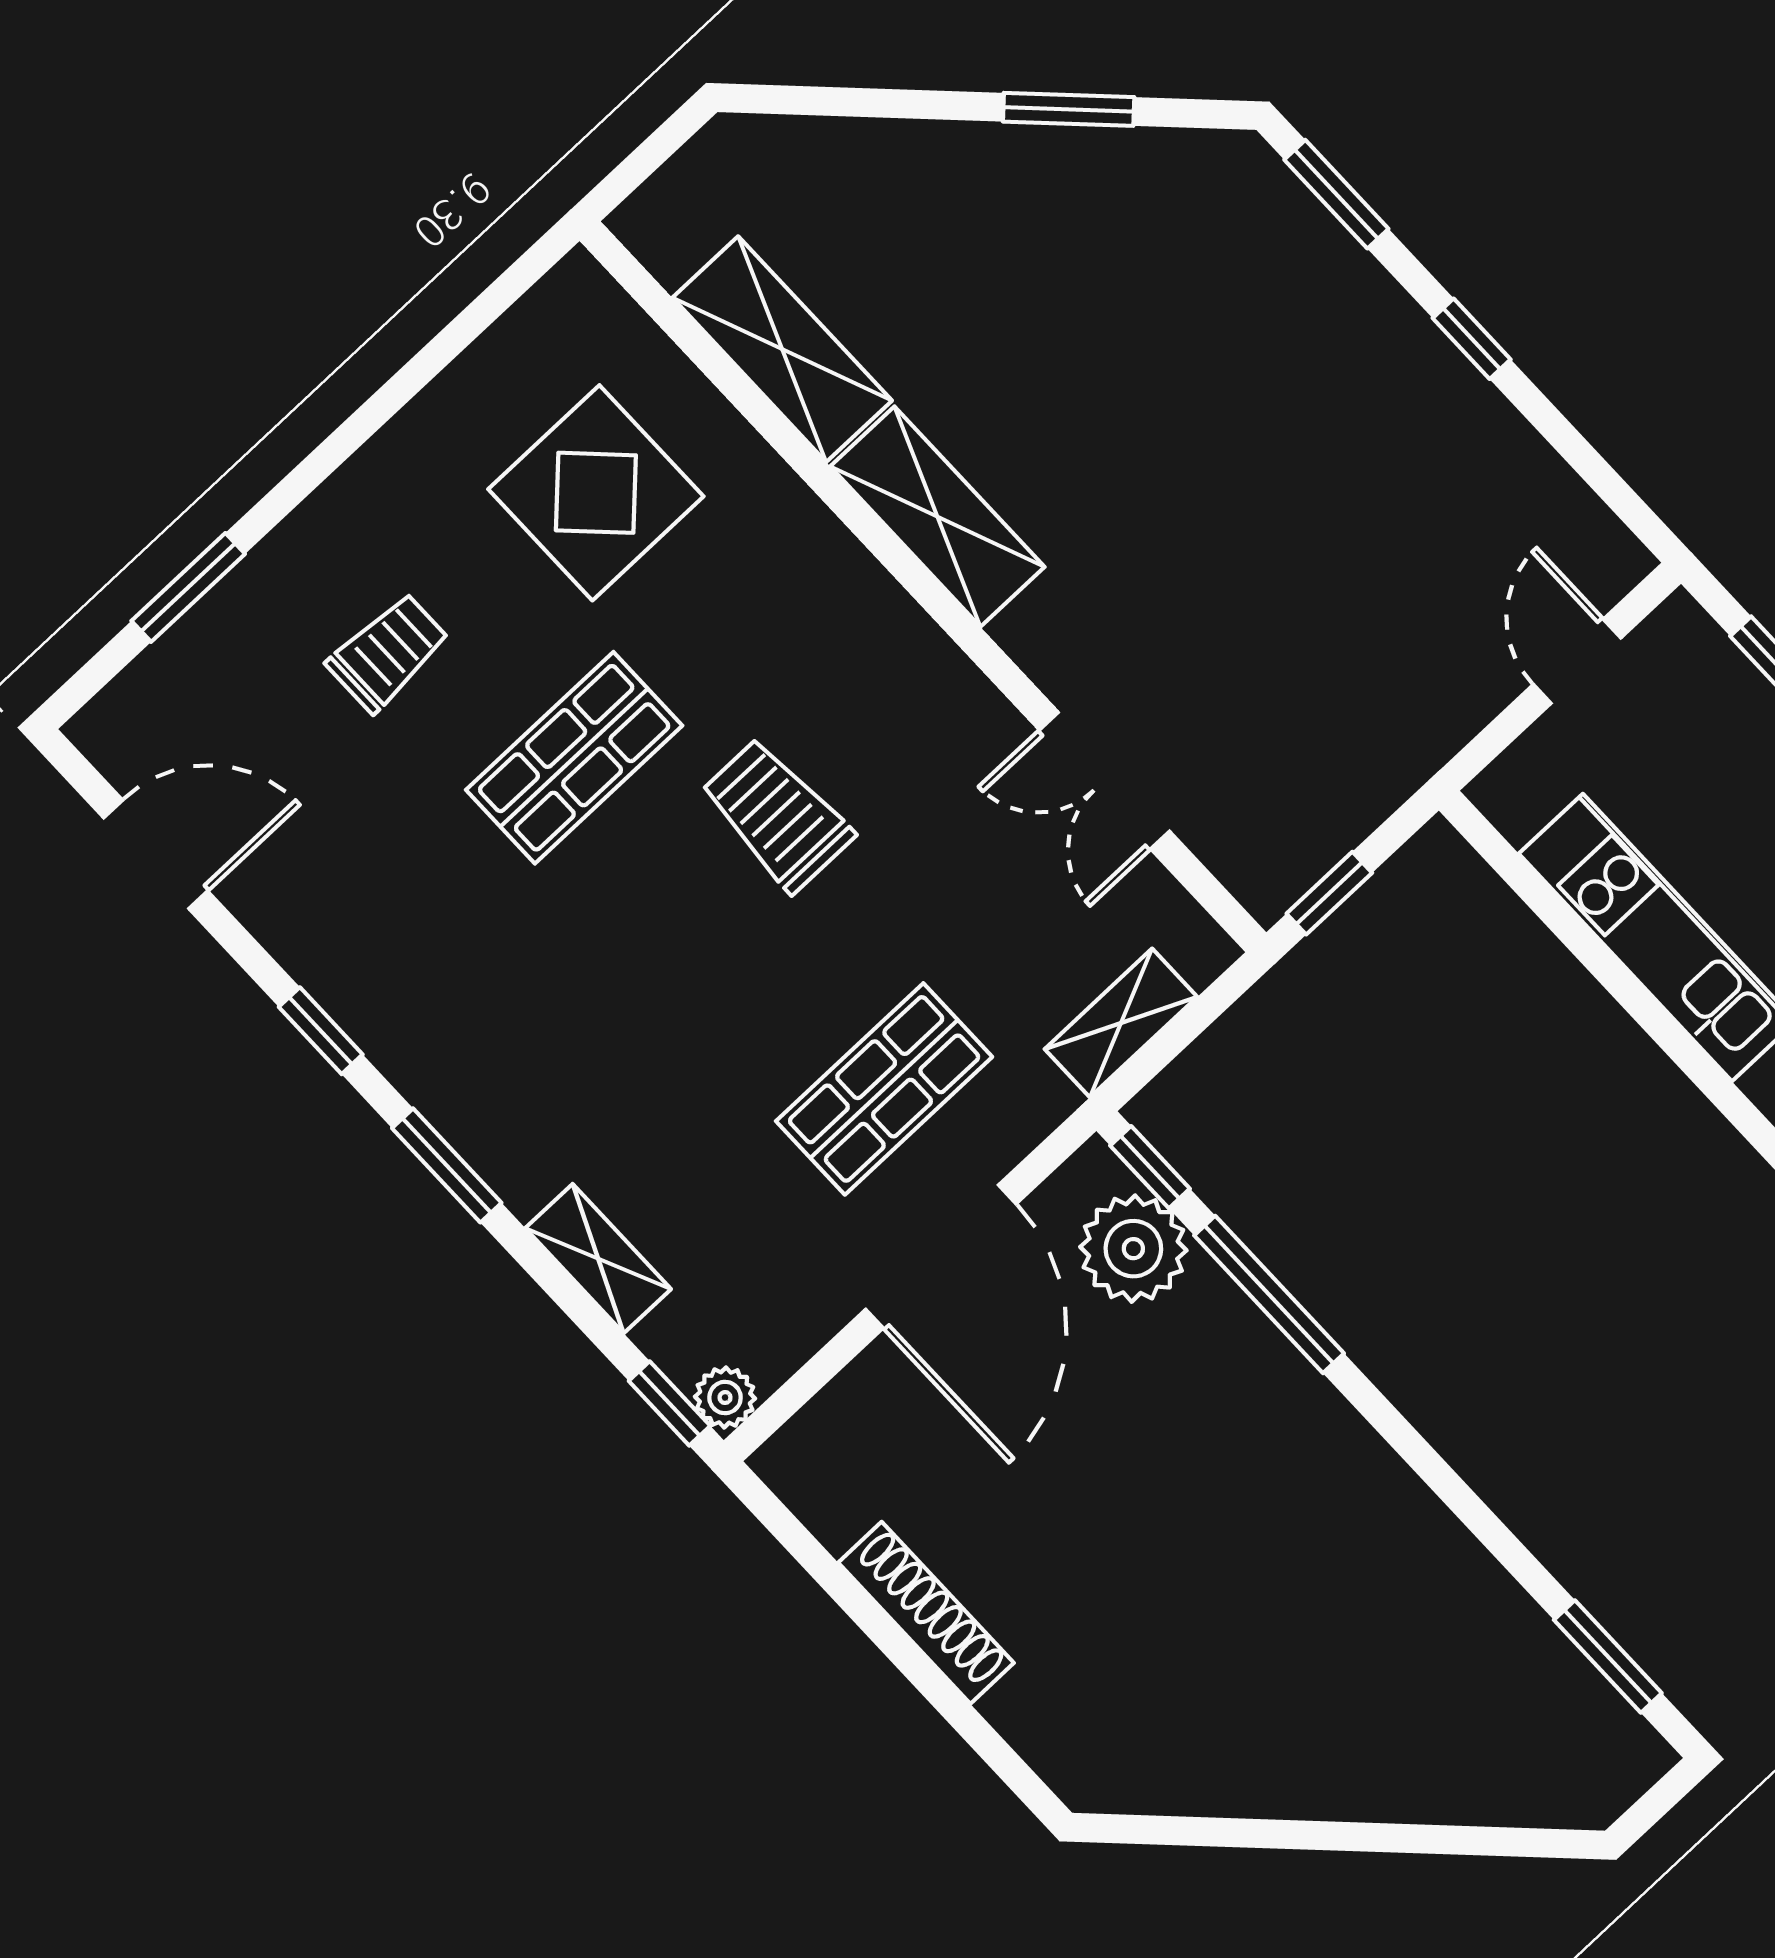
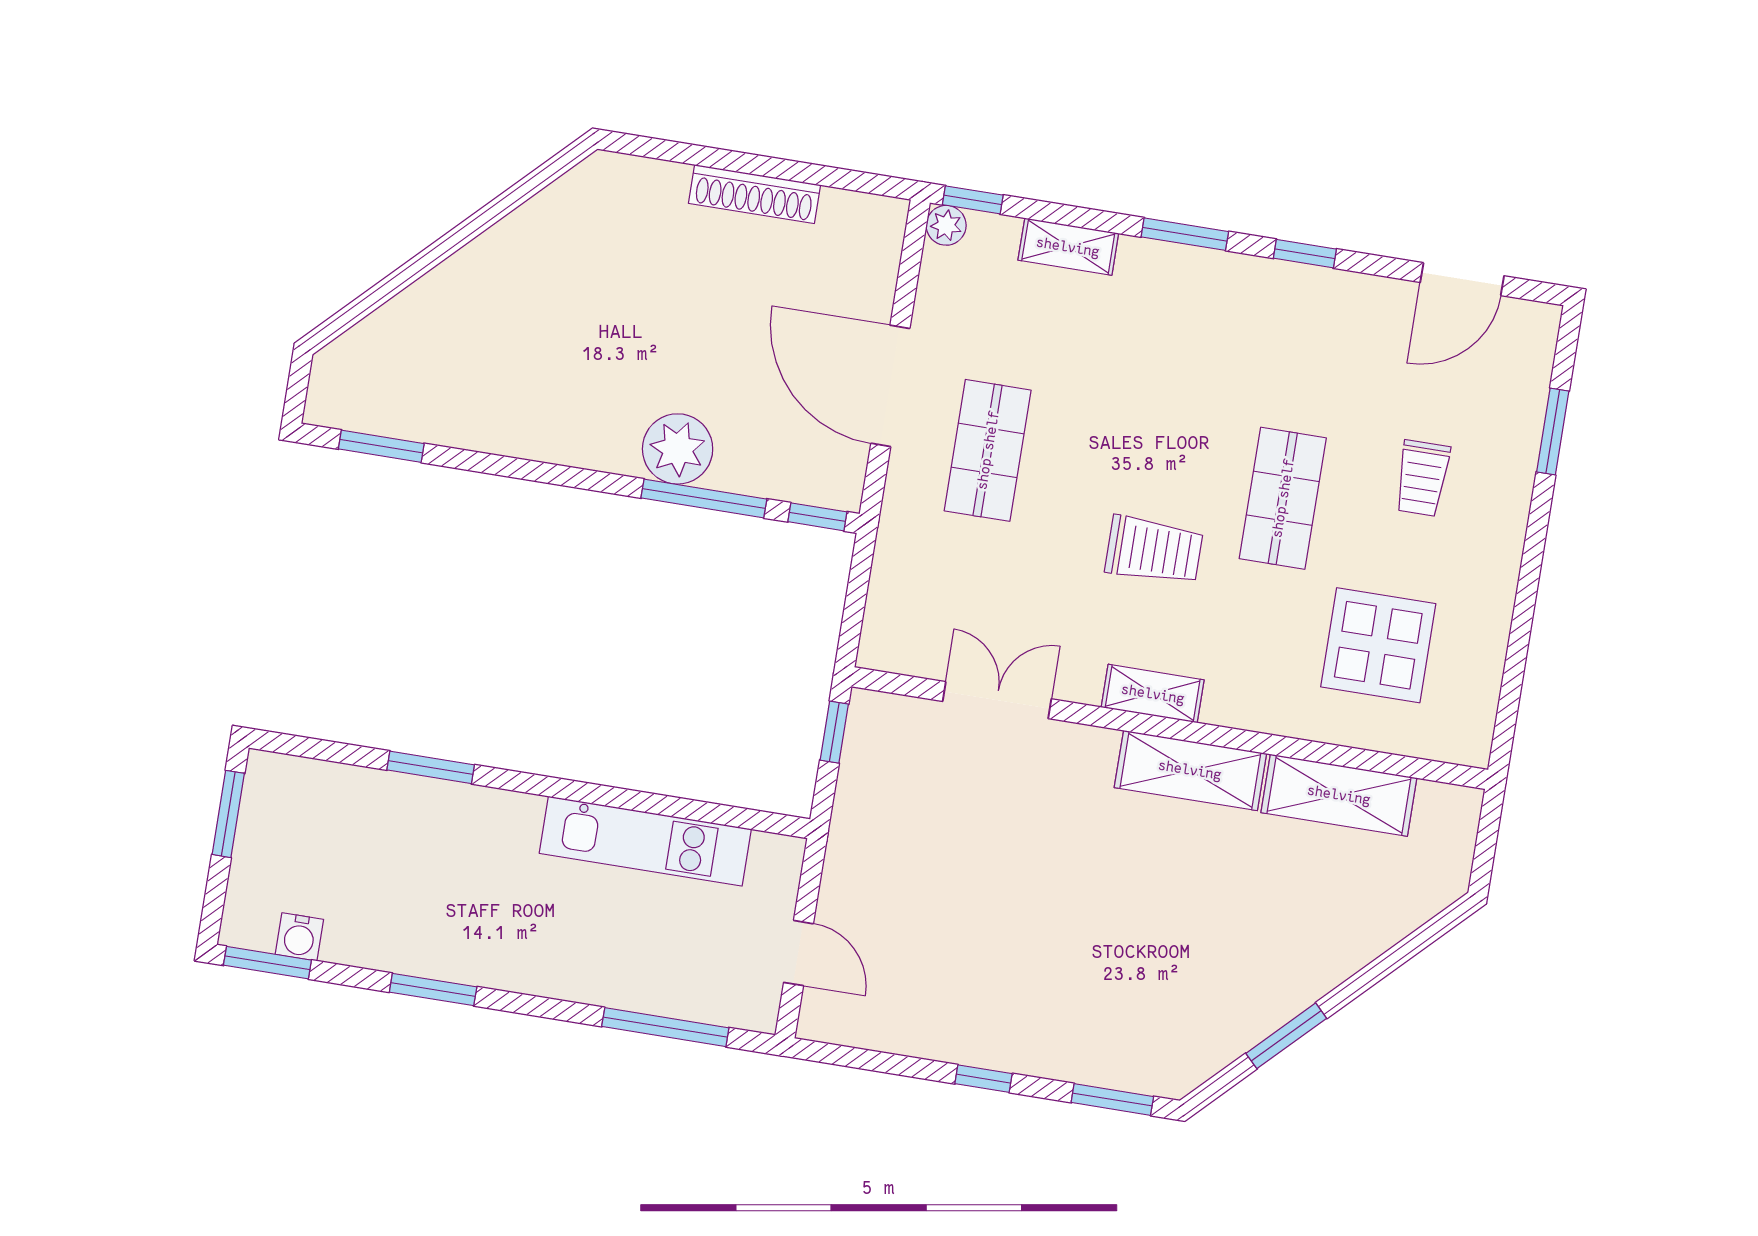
shelving: (1121, 1023) -> (1153, 694), moved, turned 90
plant: (1133, 1249) -> (678, 449), moved

